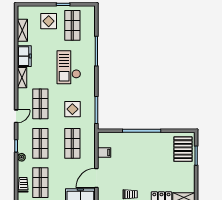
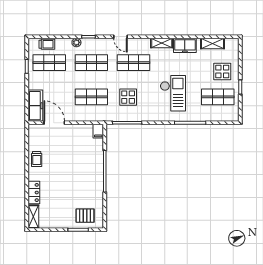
checkout: (69, 67) -> (173, 93), turned 90
pallet: (183, 149) -> (85, 216), width x0.67, depth x0.71
filing cabinet: (104, 153) -> (98, 131), moved

